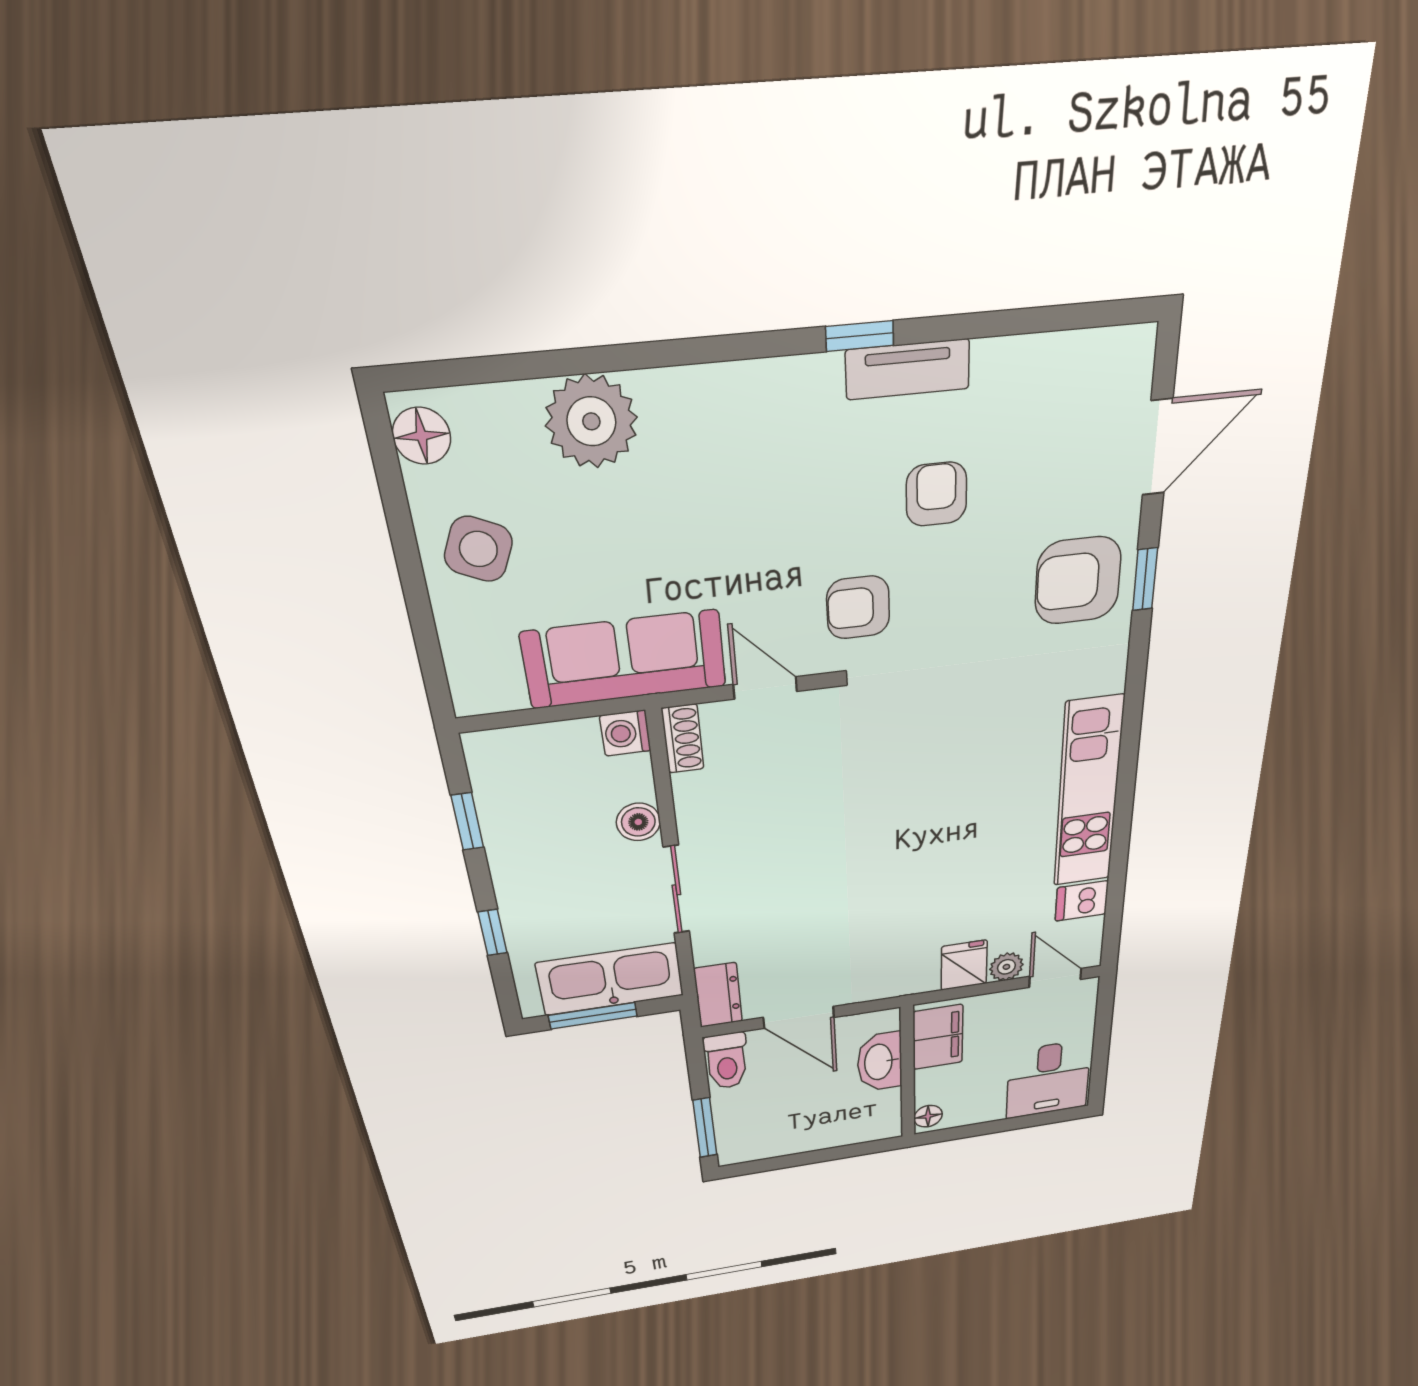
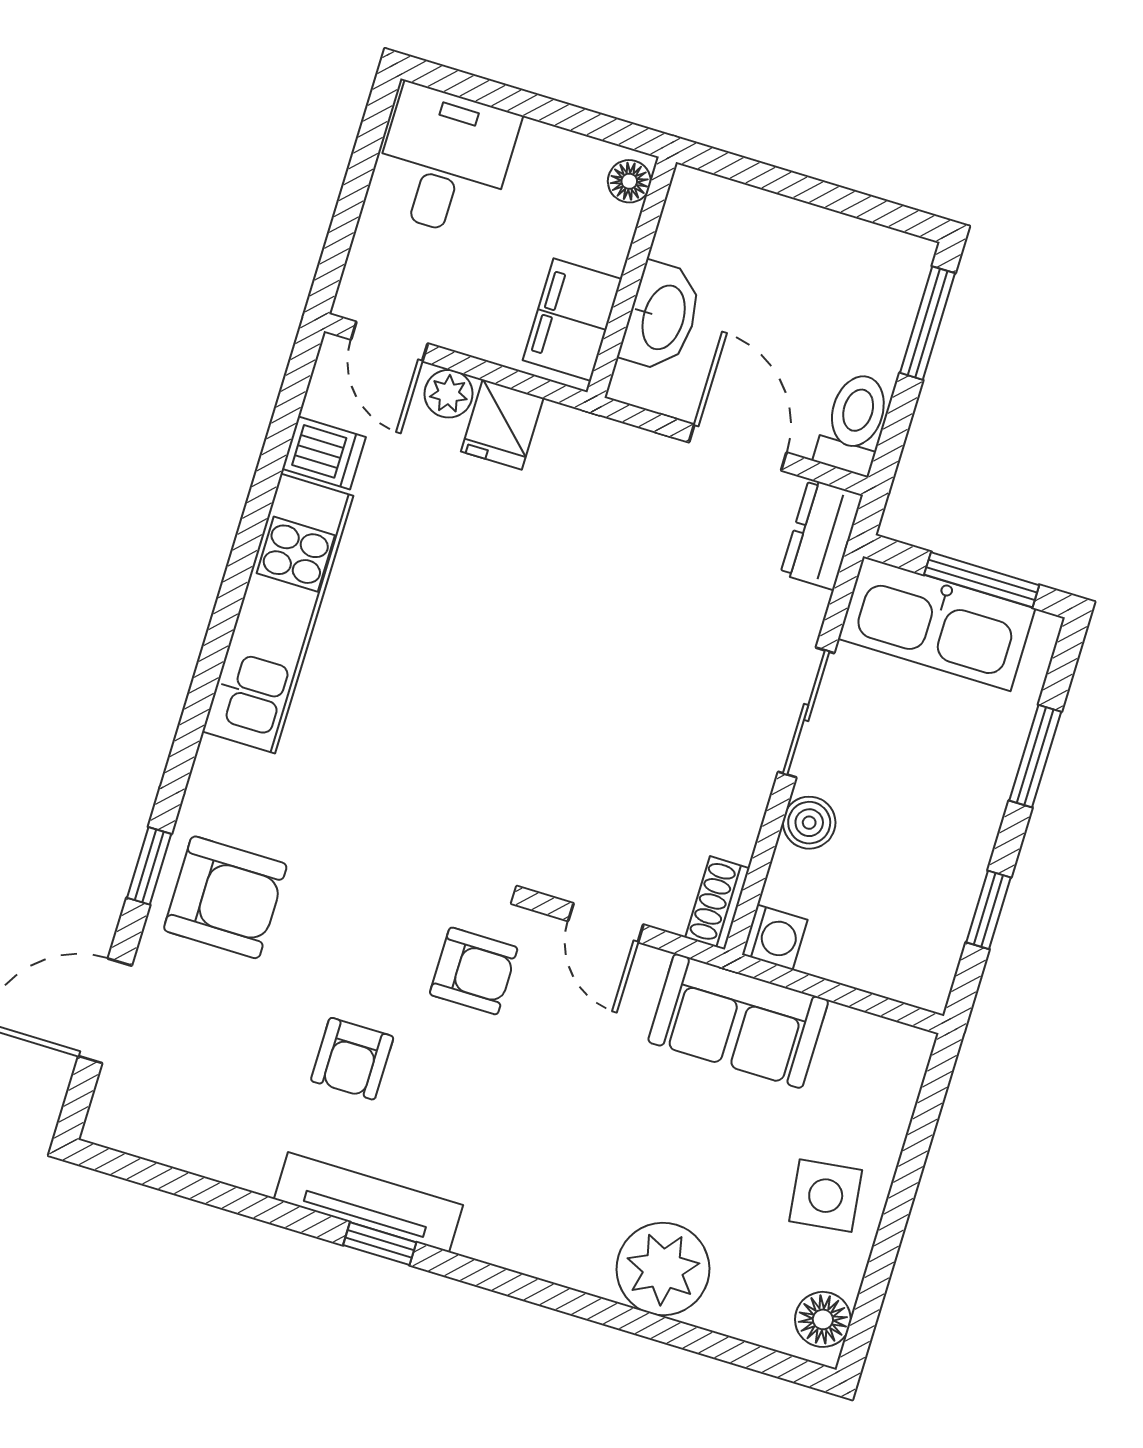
tv unit: (908, 369) -> (368, 1202), width x1.41
side table: (478, 549) -> (826, 1196), turned -31
sofa: (625, 659) -> (738, 1021), width x0.73
window: (493, 932) -> (1035, 756), width x1.50

